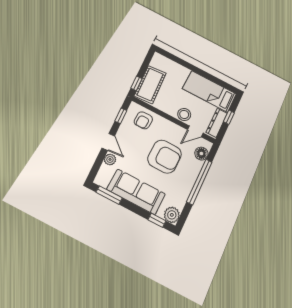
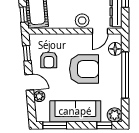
armchair: (143, 120) -> (49, 60), moved

